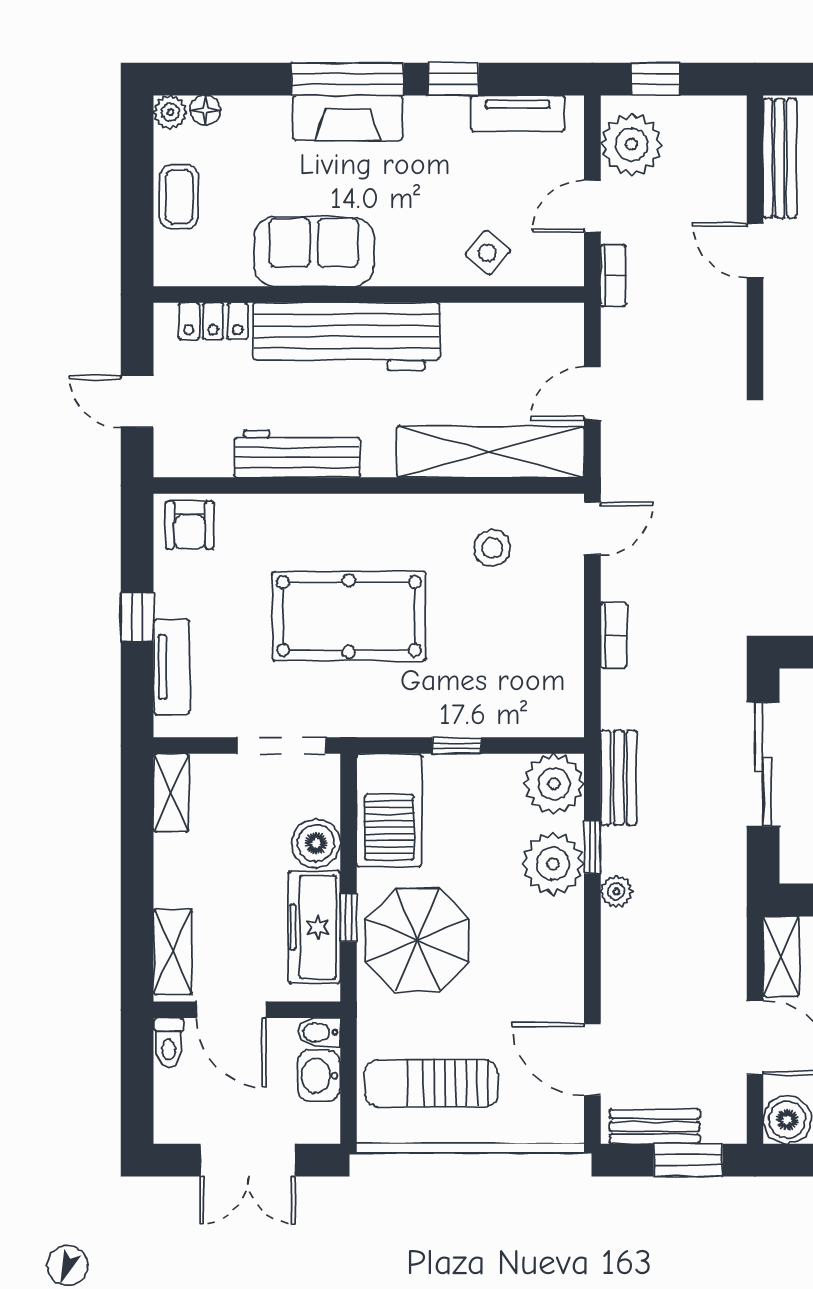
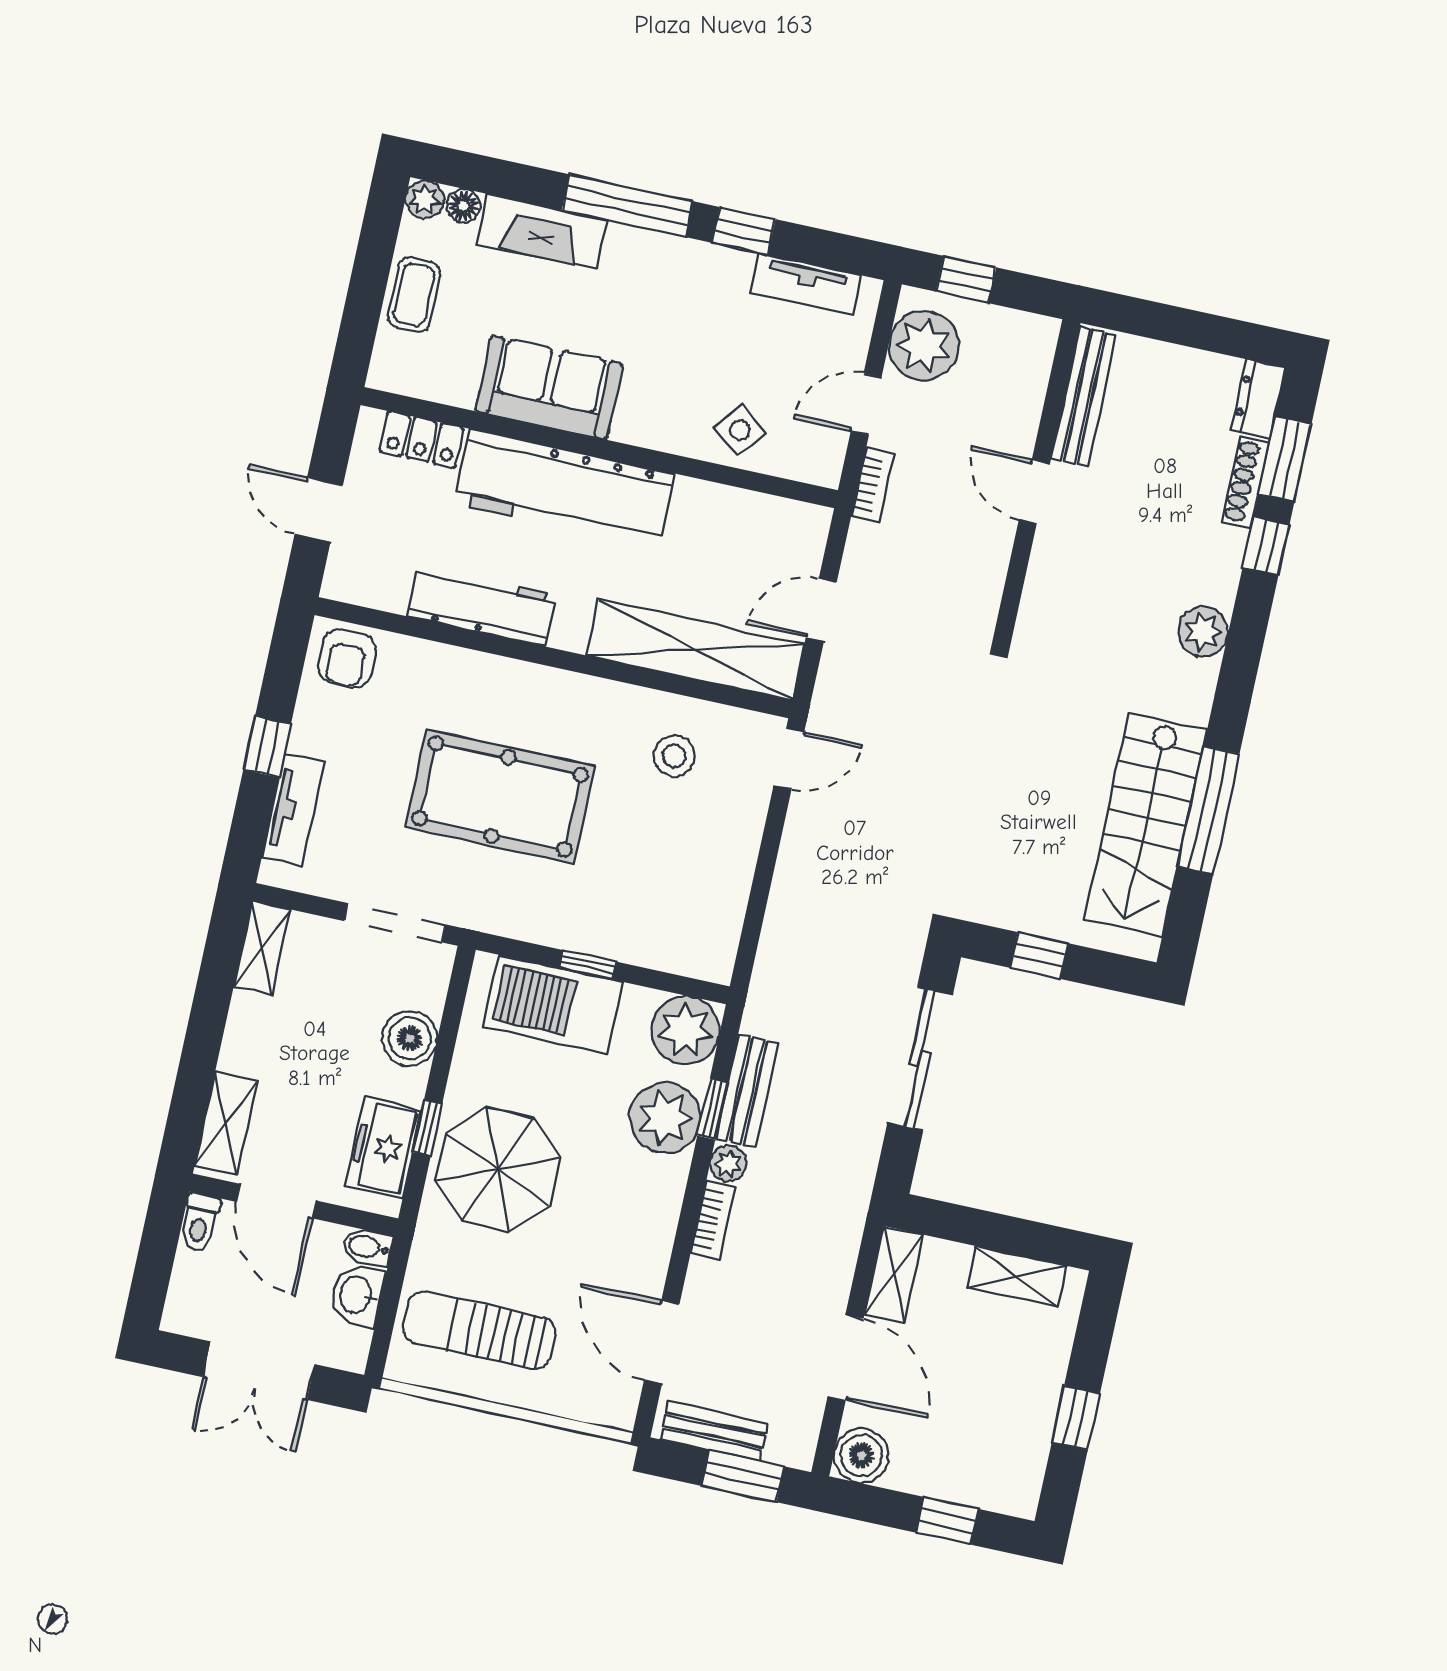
fireplace: (348, 118) -> (542, 232), moved
bookcase: (614, 635) -> (713, 1220), moved
bench: (619, 778) -> (747, 1091), moved
barbecue: (389, 810) -> (553, 1004), moved, turned 90
freezer: (314, 927) -> (384, 1148), width x0.71

